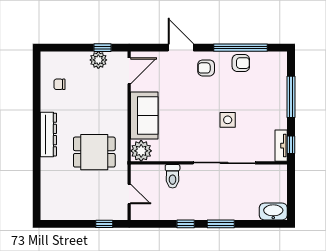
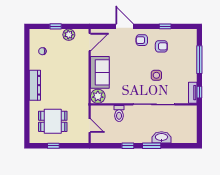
window: (102, 48) -> (56, 26), moved
window: (241, 48) -> (165, 26), width x0.32
armchair: (241, 63) -> (161, 46), moved
dining table: (94, 152) -> (53, 121), moved
washbasin: (273, 212) -> (161, 137), moved
window: (104, 224) -> (53, 146), moved

